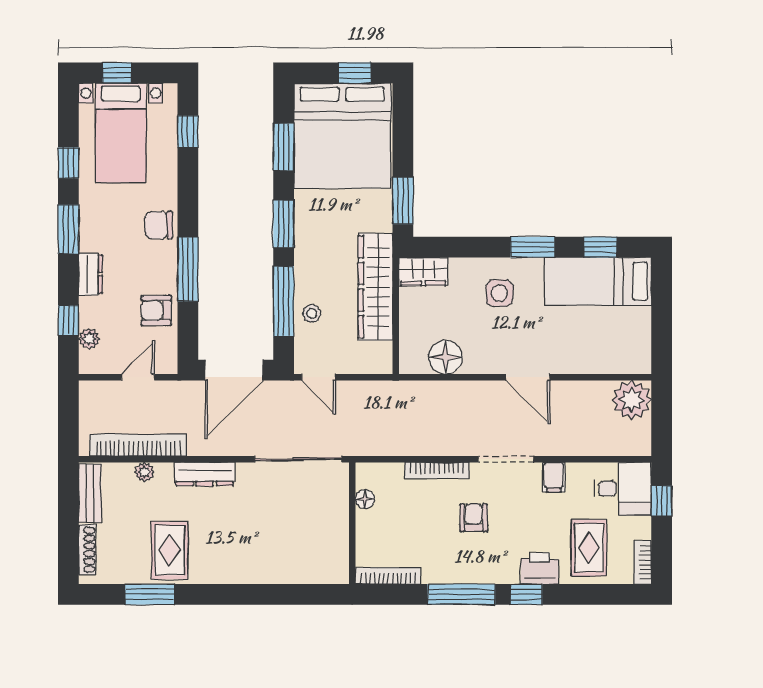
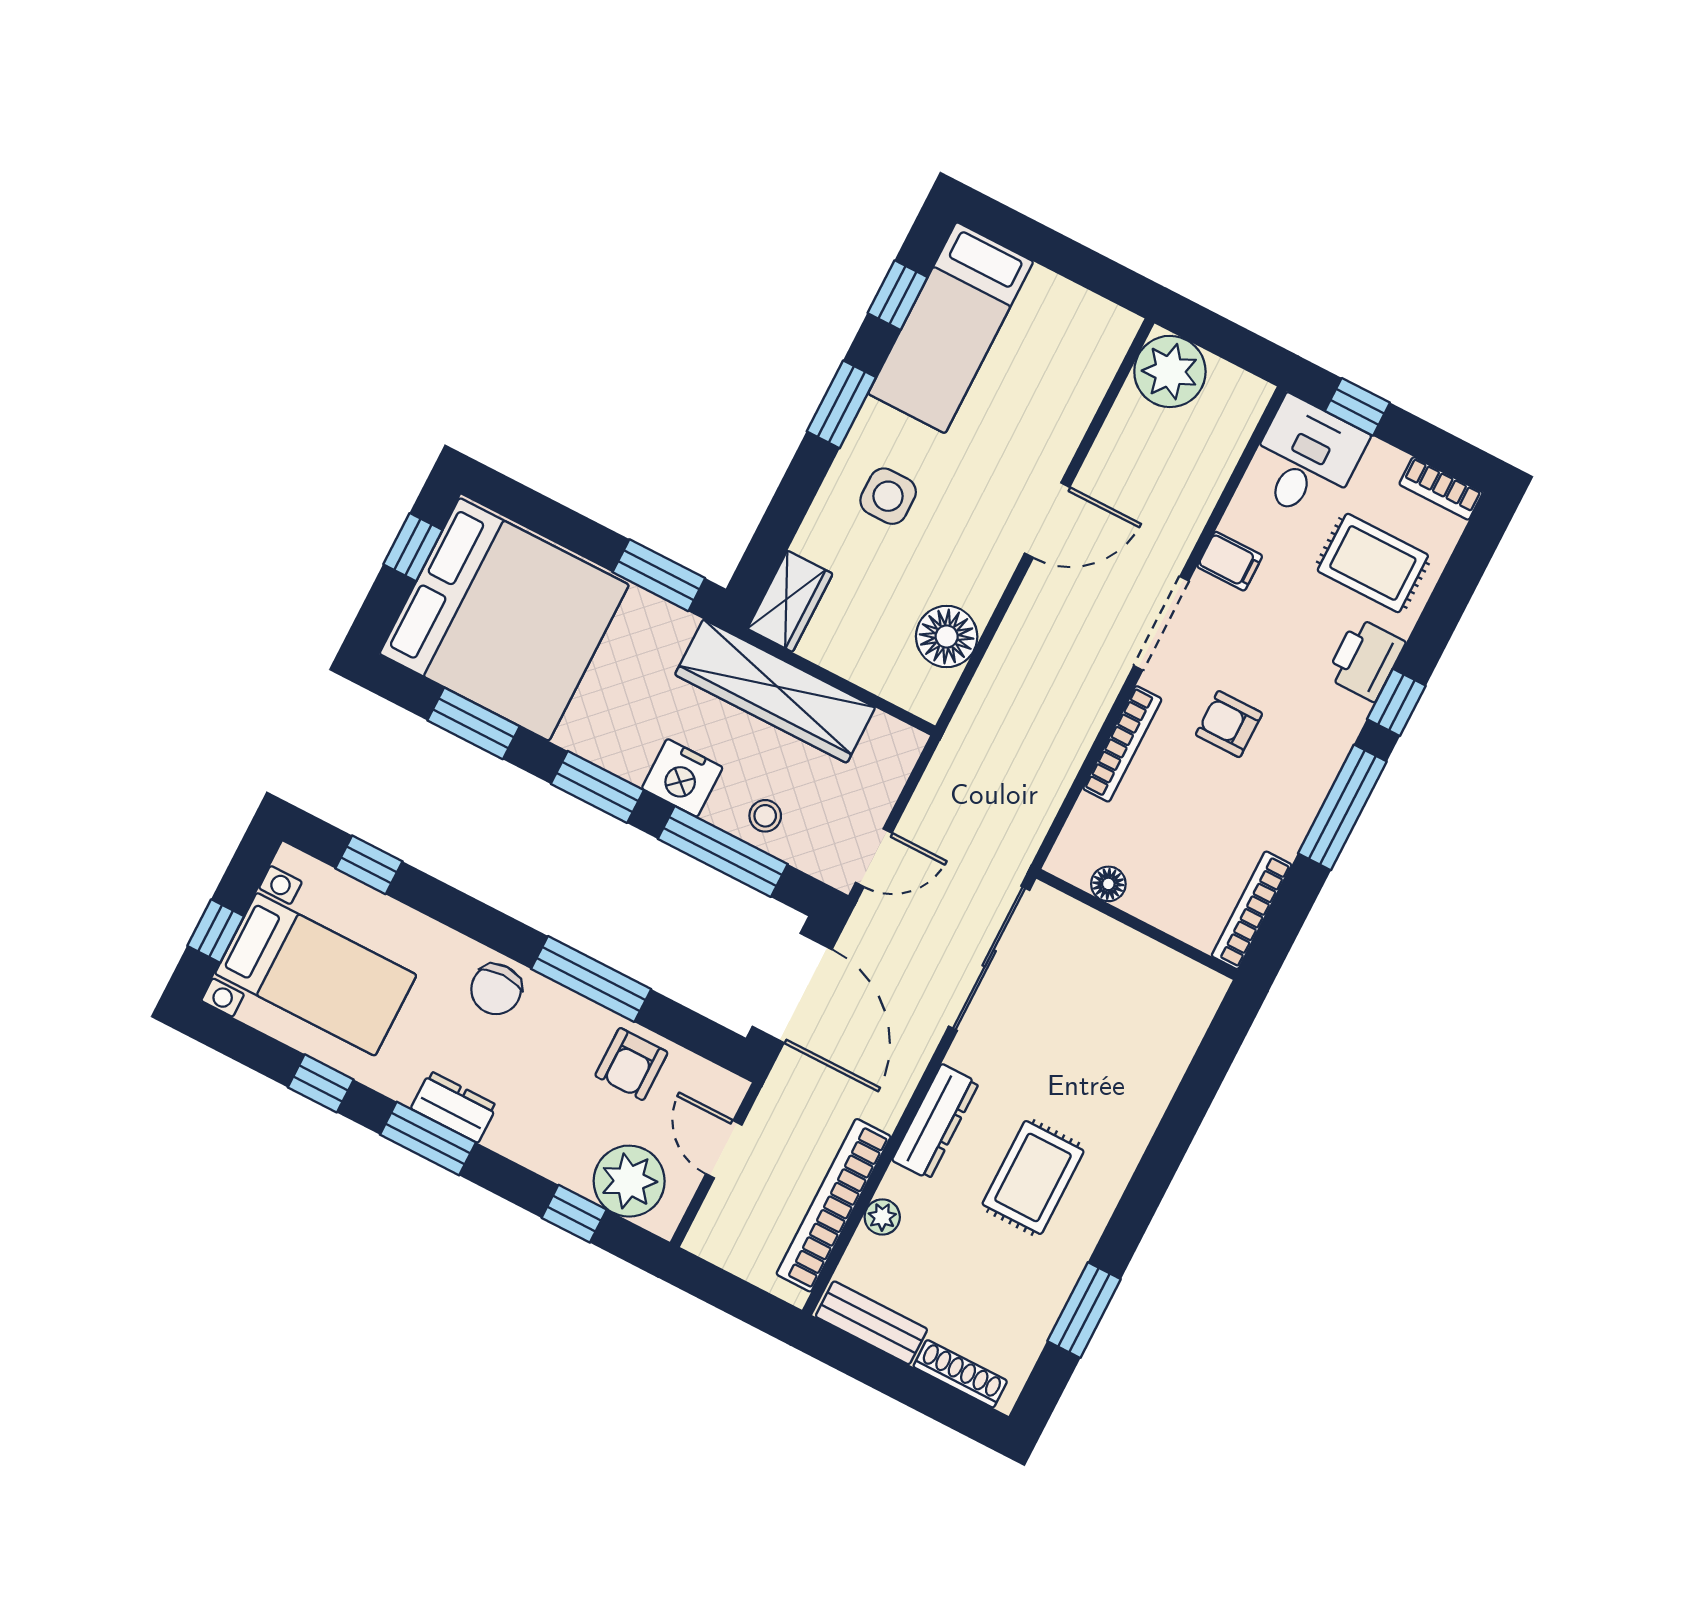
nightstand: (309, 263) -> (682, 778), added
dresser: (90, 274) -> (454, 1107), moved
plant: (89, 339) -> (629, 1181), width x1.87, depth x1.87
rug: (170, 550) -> (1033, 1177), moved, turned 90

